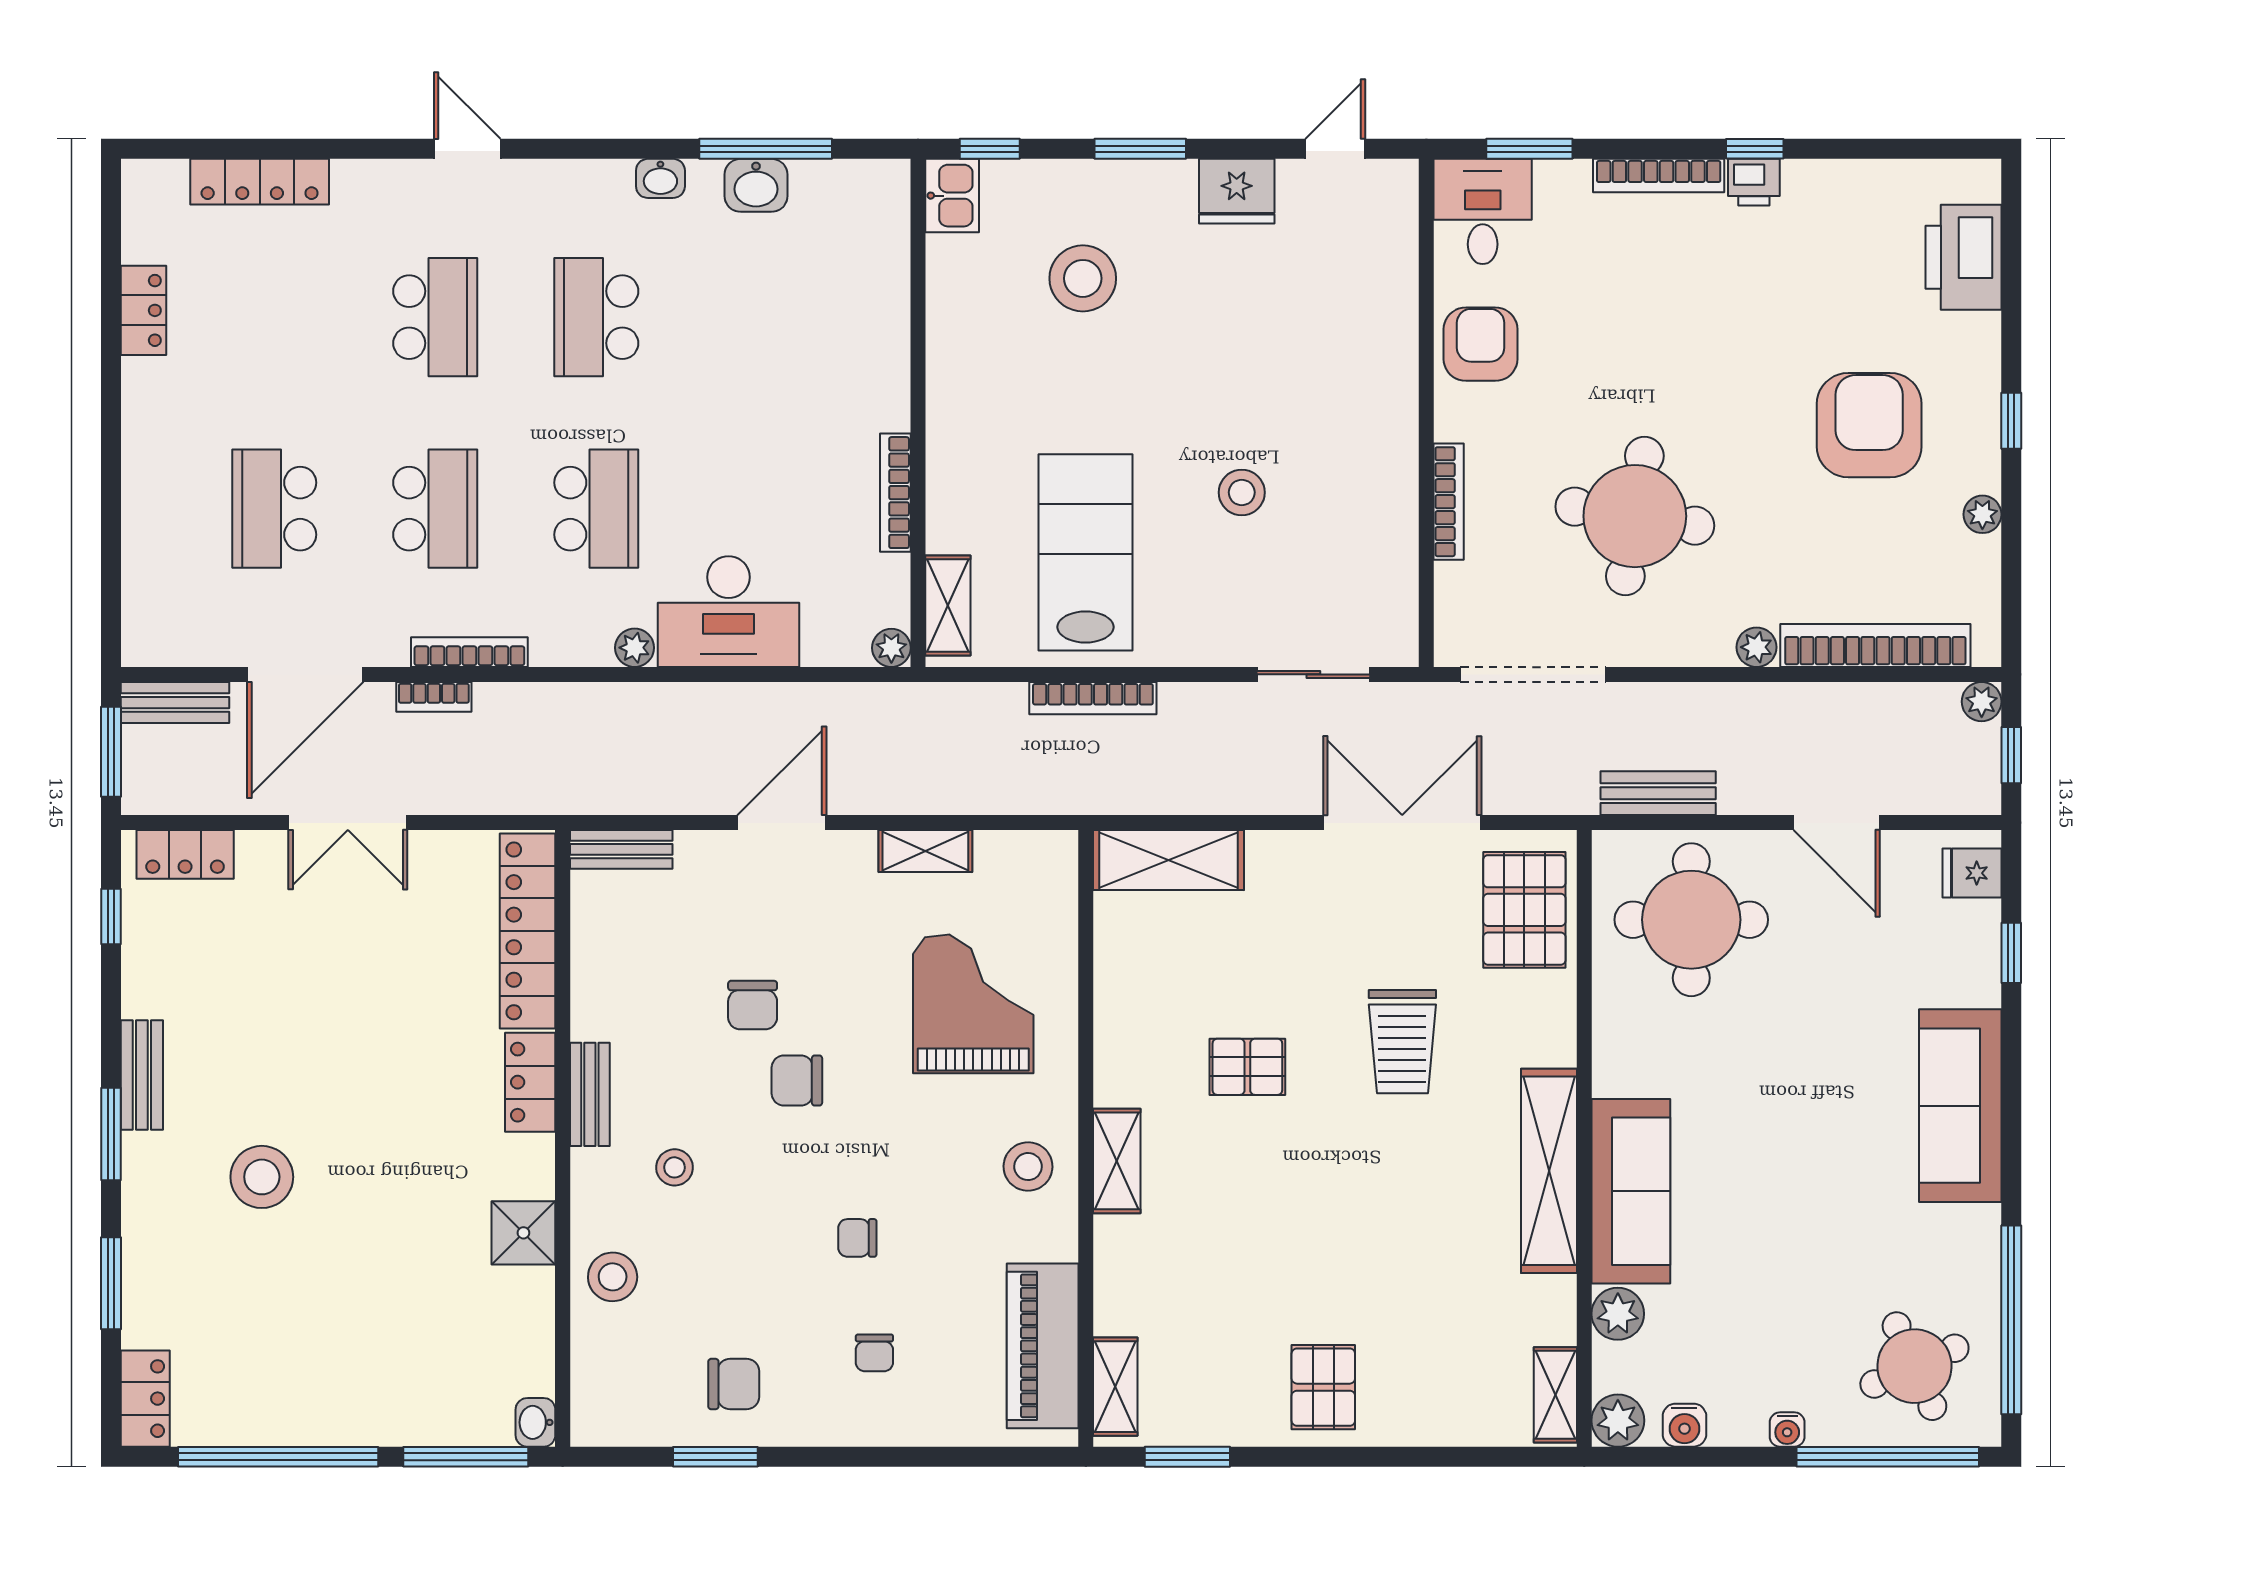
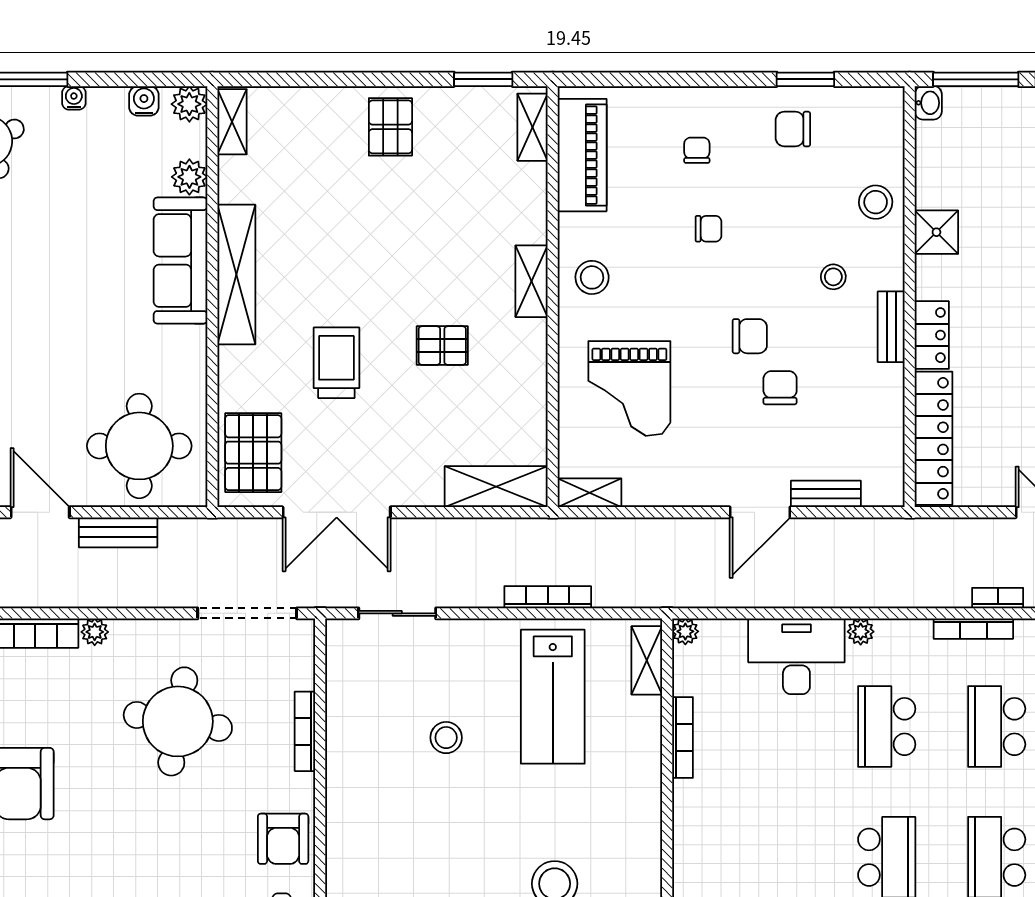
bench: (1658, 793) -> (118, 532), moved
bench: (621, 849) -> (826, 494), moved
shelving: (925, 851) -> (590, 493), moved

